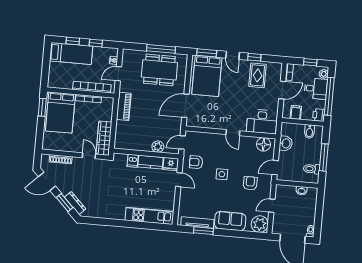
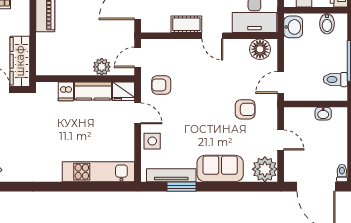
cot: (216, 123) -> (186, 24), added
washbasin: (286, 143) -> (293, 27), moved
side table: (222, 174) -> (152, 141), moved
armchair: (250, 183) -> (245, 109), turned 90
door: (272, 206) -> (281, 140), swing flipped

